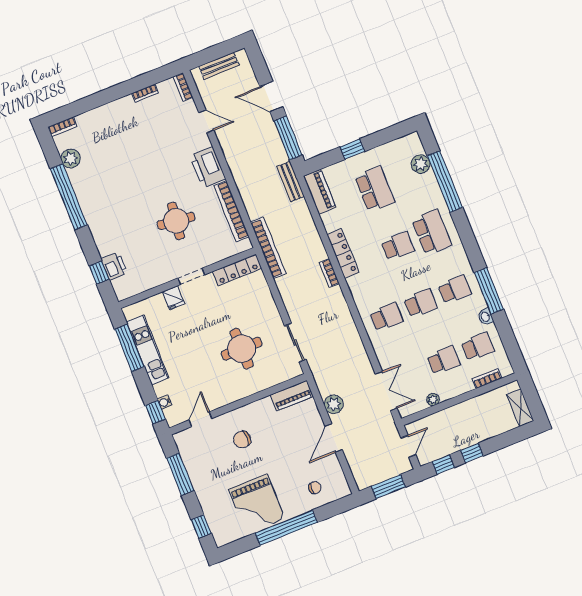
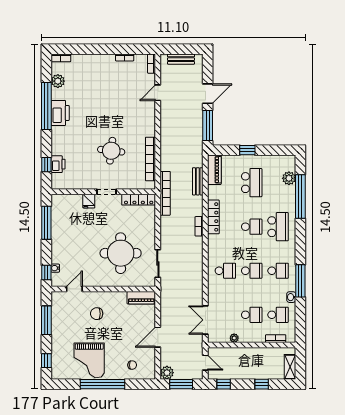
door: (271, 97) -> (208, 94), swing flipped
door: (206, 121) -> (158, 93), swing flipped
printer: (208, 167) -> (60, 113), moved, turned 180
bench: (290, 181) -> (198, 181), moved
round table: (242, 349) -> (121, 253), width x1.36, depth x1.36
kitchen unit: (148, 350) -> (58, 229), removed
double door: (386, 391) -> (205, 320), swing flipped
plant: (334, 404) -> (167, 373), moved
door: (408, 446) -> (205, 363), hinge flipped
window: (472, 453) -> (262, 384), moved

